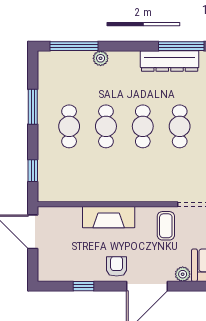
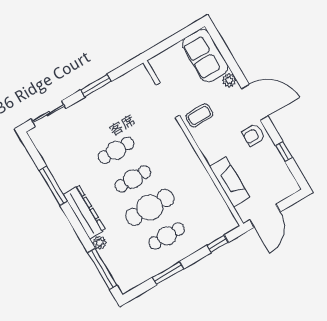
dresser: (170, 61) -> (84, 212), moved
cafe table: (106, 126) -> (150, 207), width x1.37, depth x1.35
fireplace: (109, 217) -> (229, 182), moved

